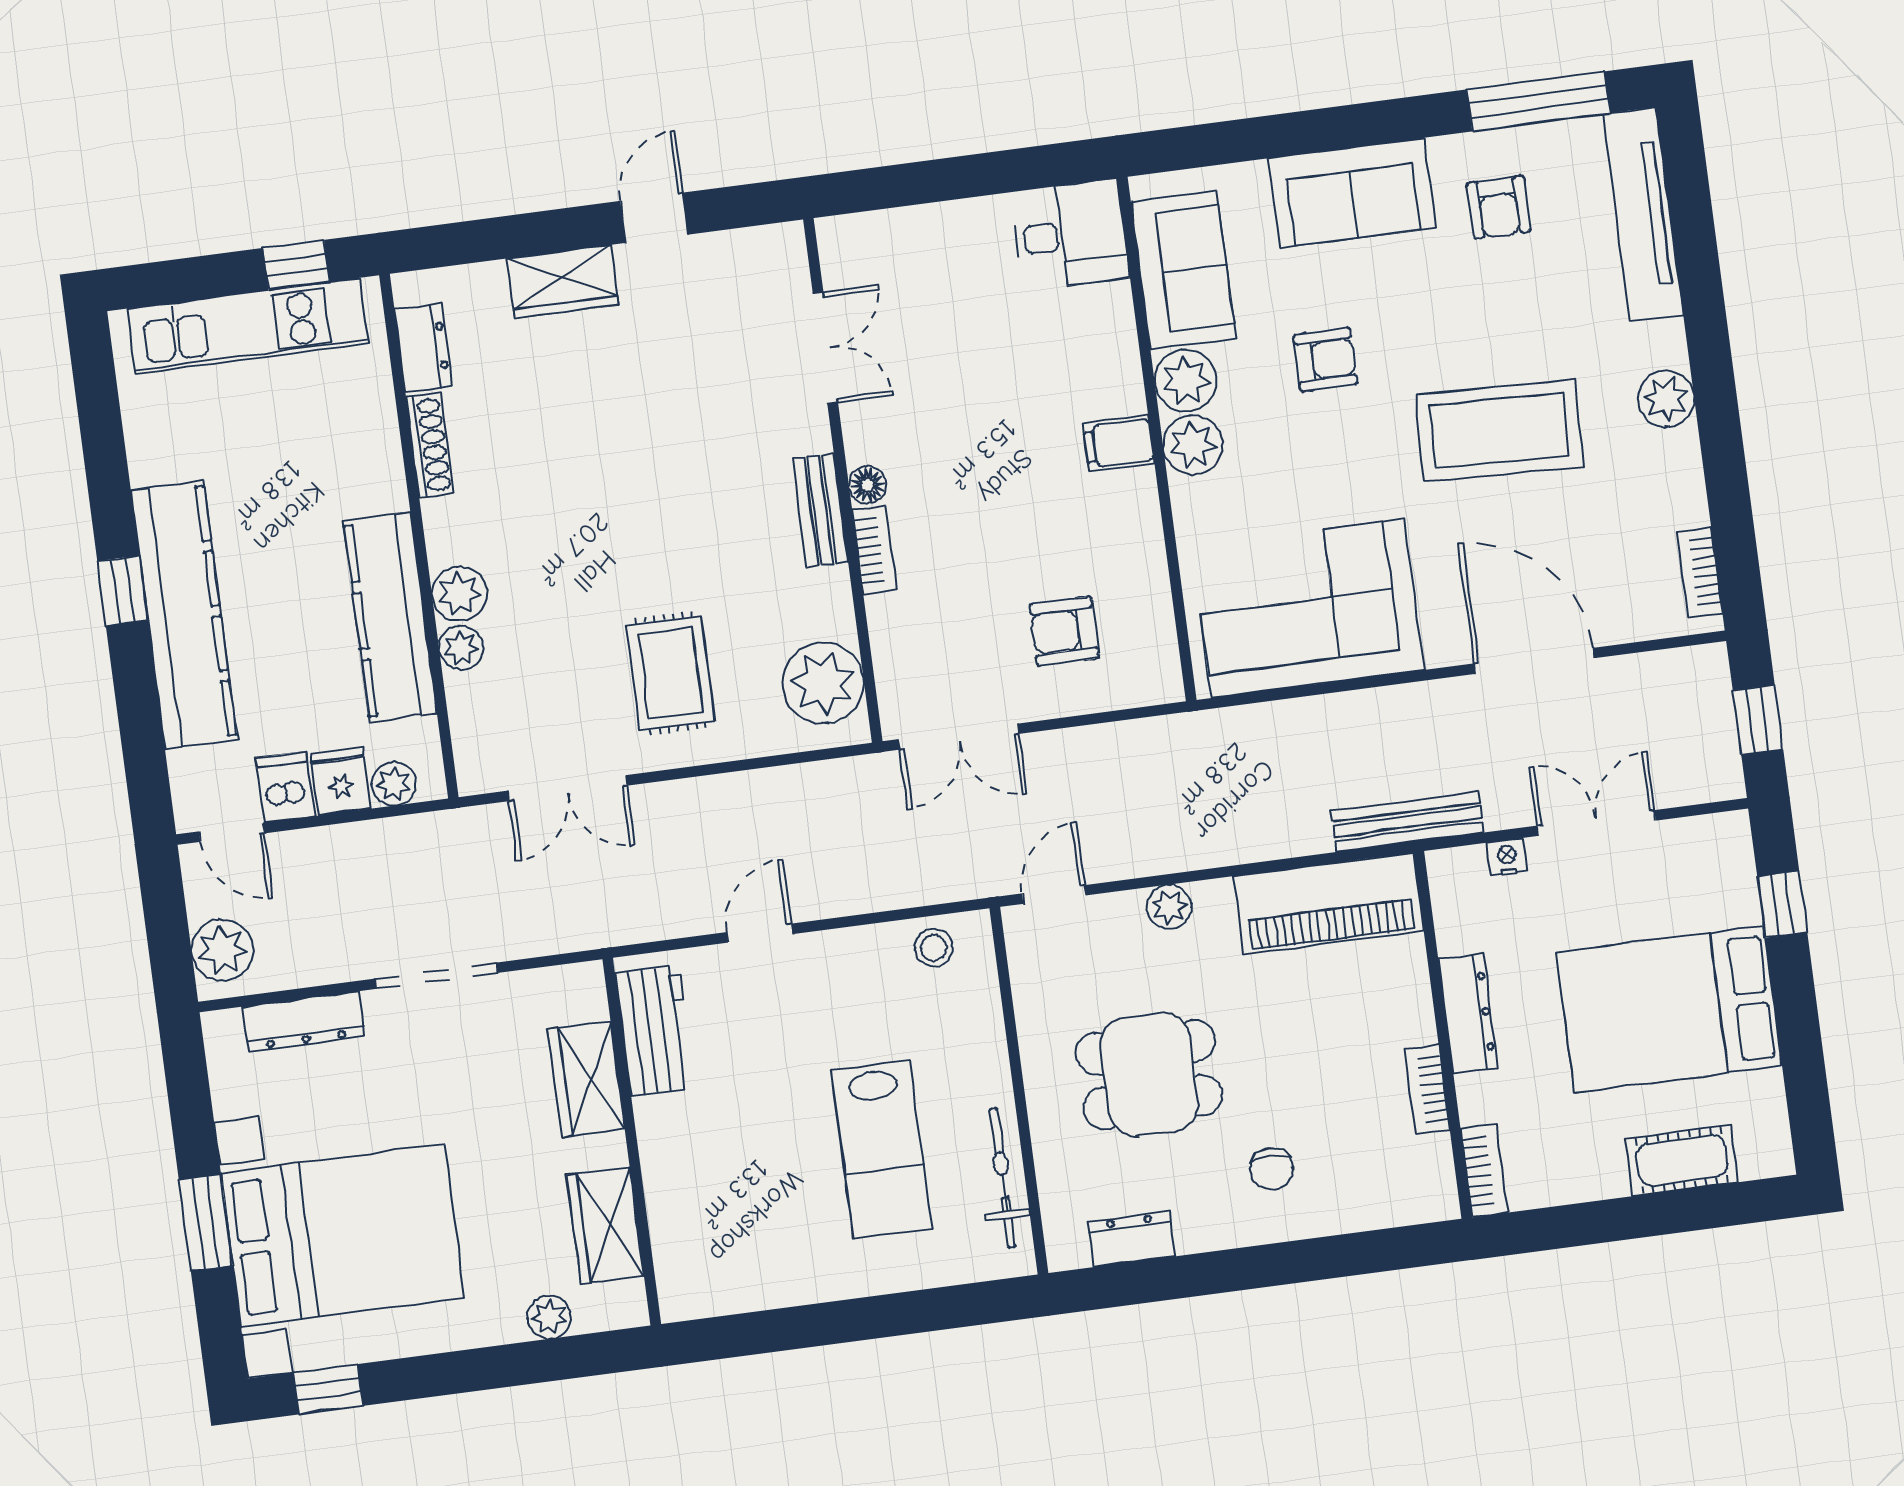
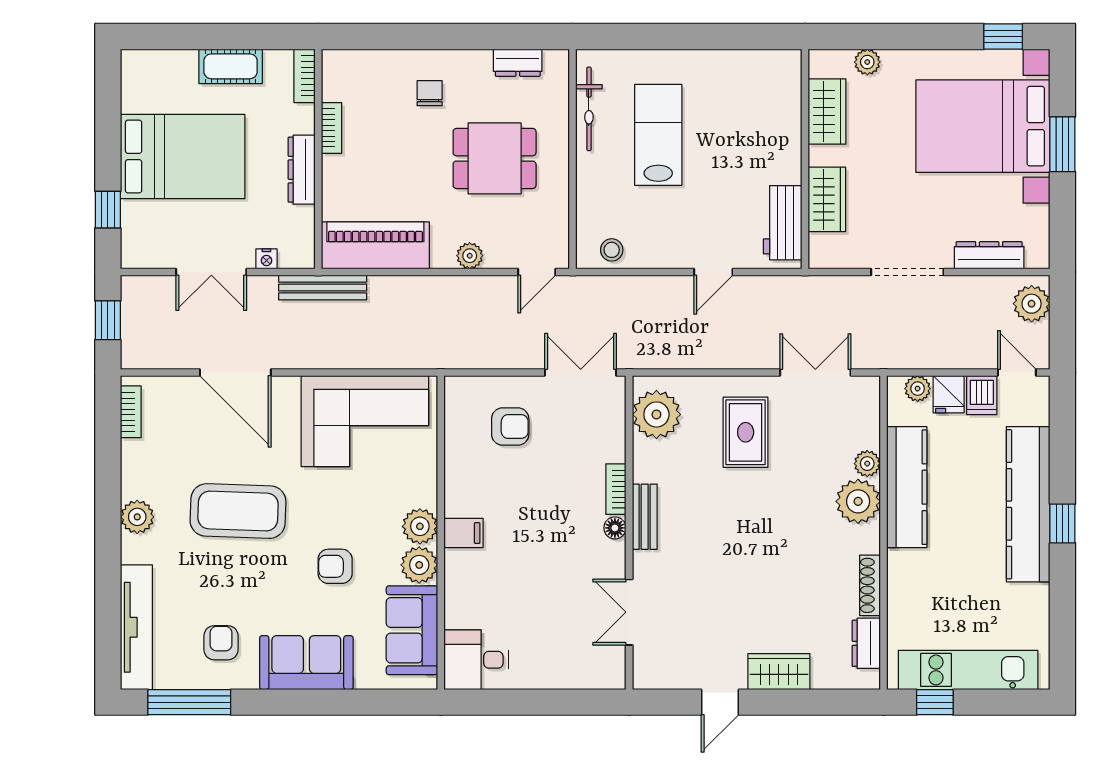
plant: (459, 594) -> (858, 501), width x1.36, depth x1.36
cot: (1682, 1160) -> (231, 66), moved

